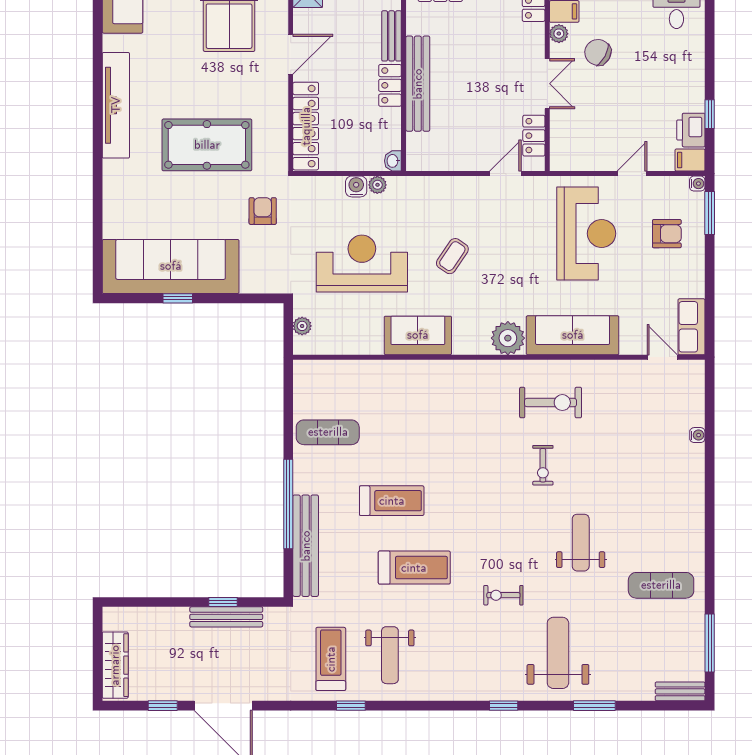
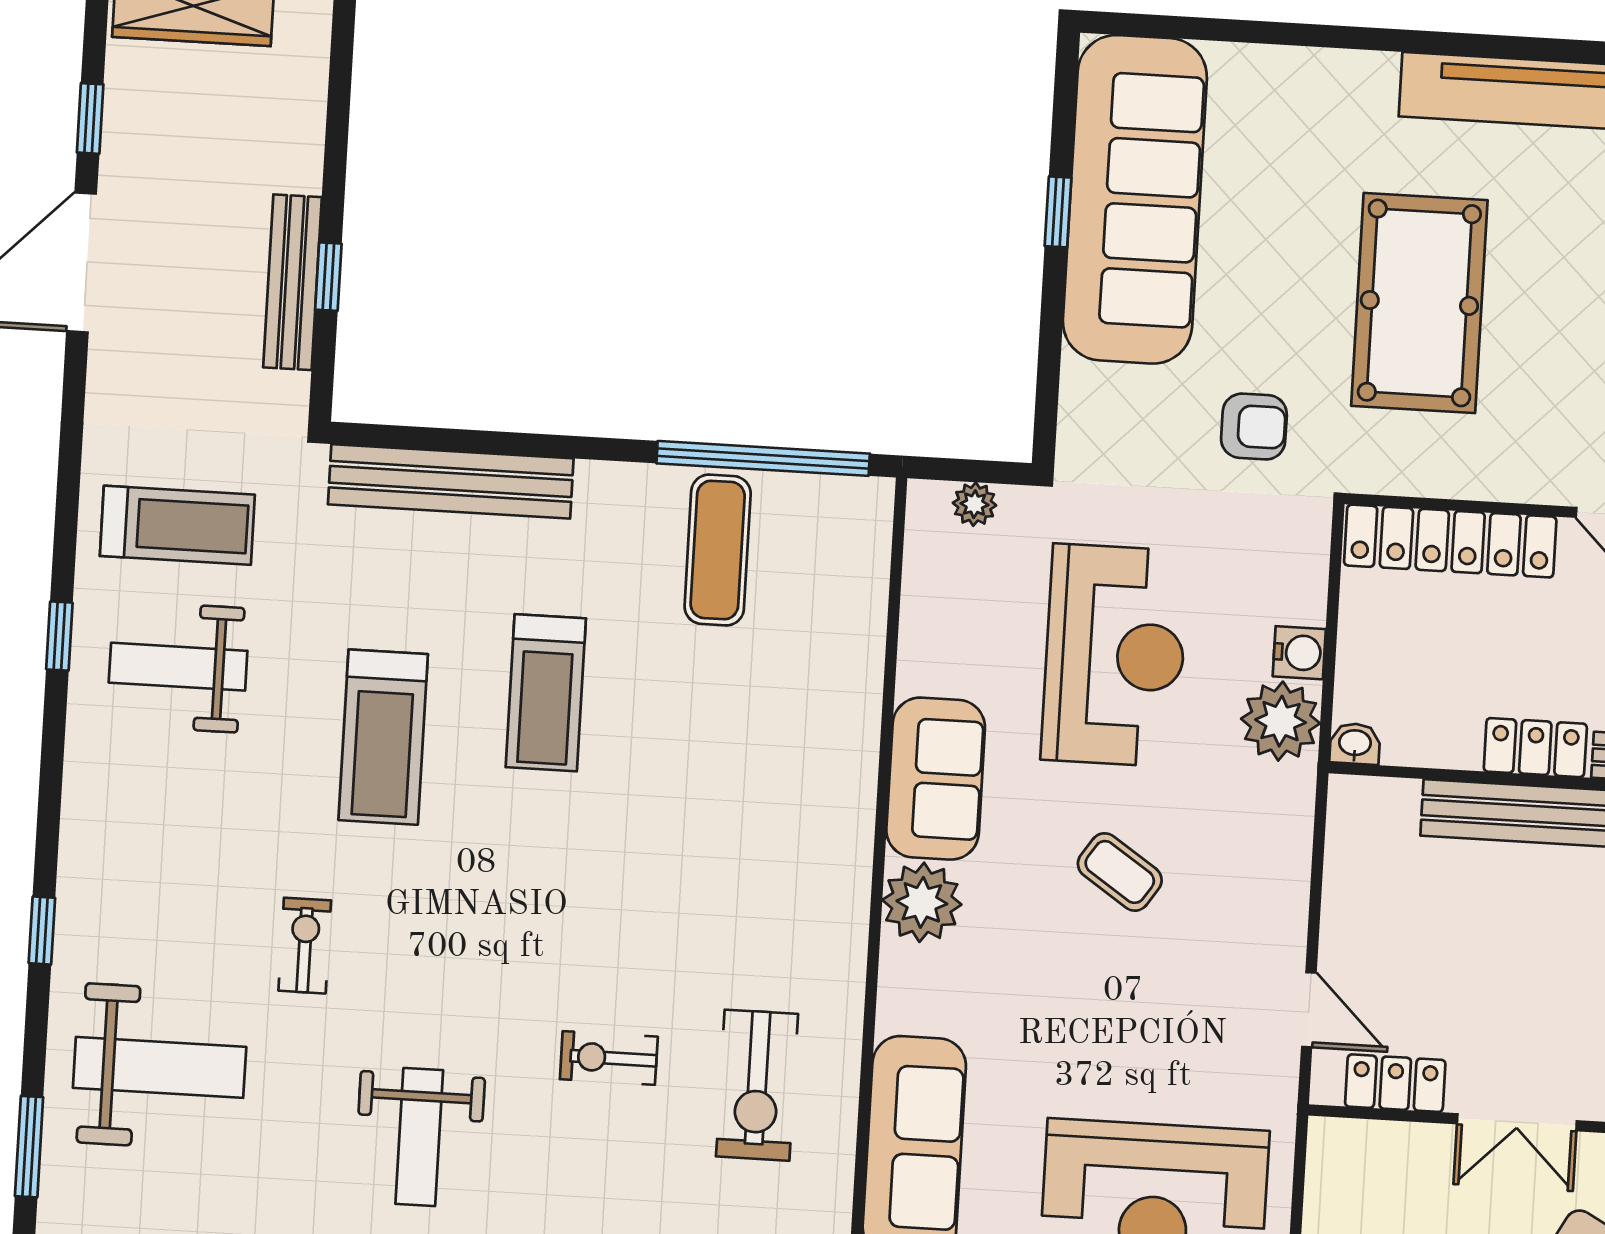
plant: (377, 185) -> (1281, 721), width x1.87, depth x1.87
plant: (508, 338) -> (922, 902), moved
window: (288, 504) -> (763, 458), moved
weight bench: (581, 543) -> (419, 1137), turned 90
window: (351, 706) -> (59, 636), moved

